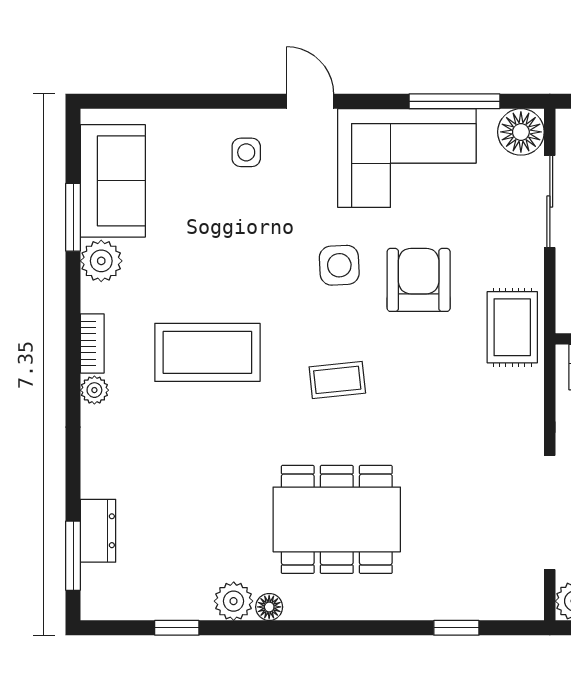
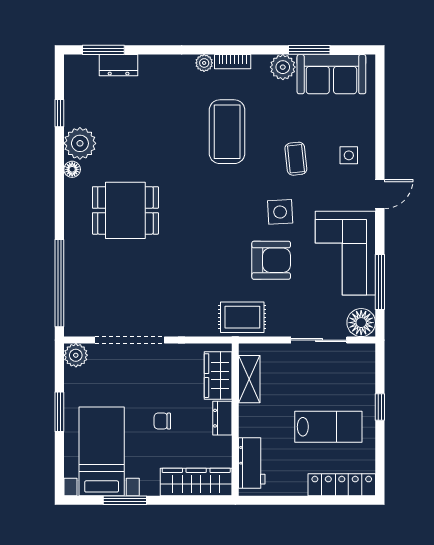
coffee table: (337, 380) -> (296, 159), moved
dining table: (337, 519) -> (125, 210), width x0.73
plant: (234, 601) -> (80, 143), width x1.36, depth x1.36
window: (456, 628) -> (59, 283), width x3.17

